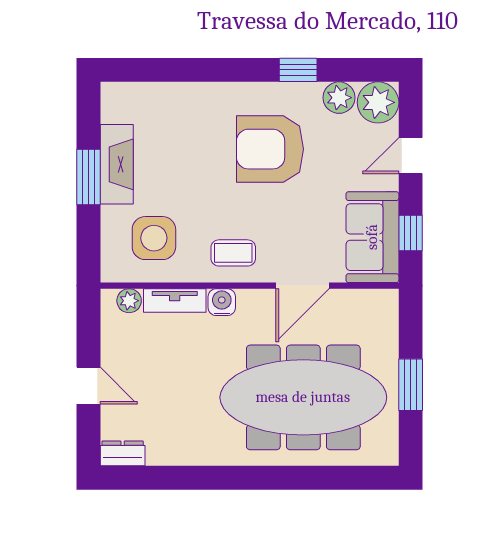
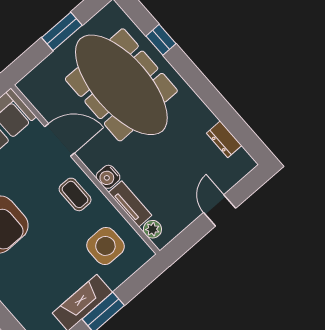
dresser: (123, 453) -> (224, 139), moved
window: (314, 478) -> (161, 40), added

